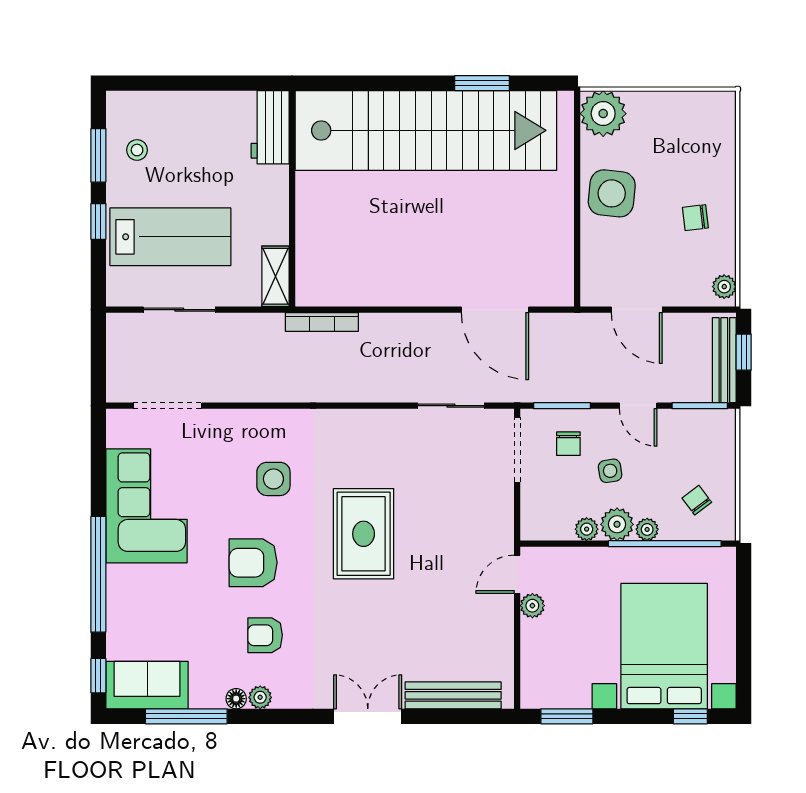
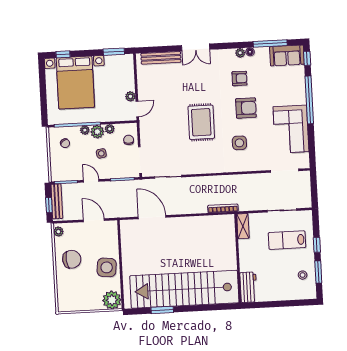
chair: (695, 218) -> (72, 259), width x1.87, depth x1.87
lab bench: (170, 237) -> (287, 240), width x0.73, depth x0.72
chair: (568, 444) -> (129, 140), moved

